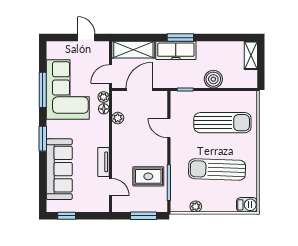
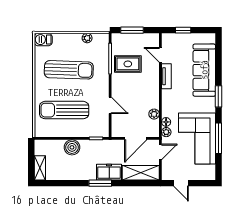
freezer: (176, 50) -> (109, 172), width x0.71
window: (67, 216) -> (183, 30), moved

